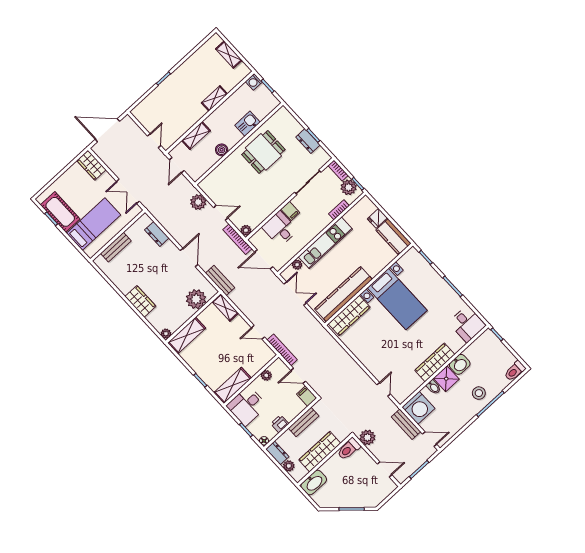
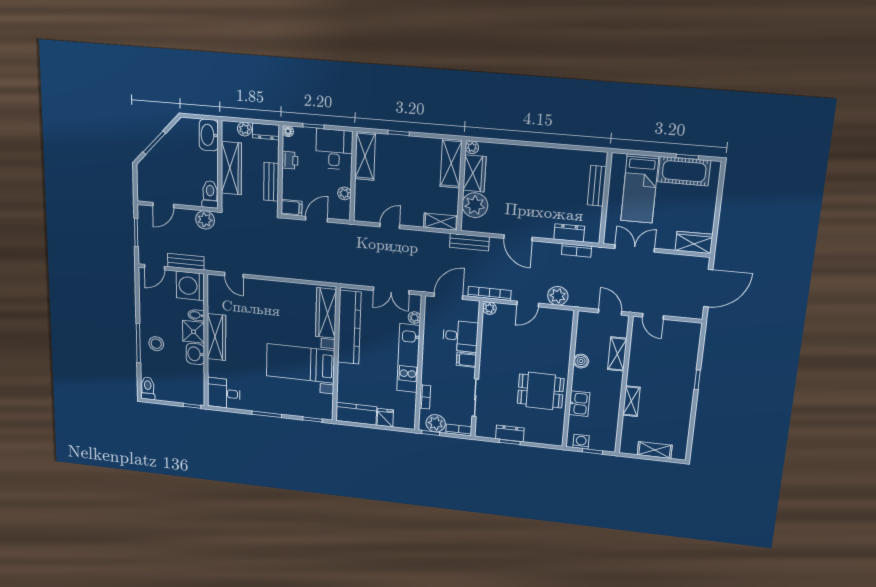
washing machine: (254, 82) -> (581, 442), moved
dining table: (263, 152) -> (541, 391), turned 90
wardrobe: (140, 301) -> (474, 173), moved, turned -90
bookcase: (282, 350) -> (577, 250), moved, width x0.64

